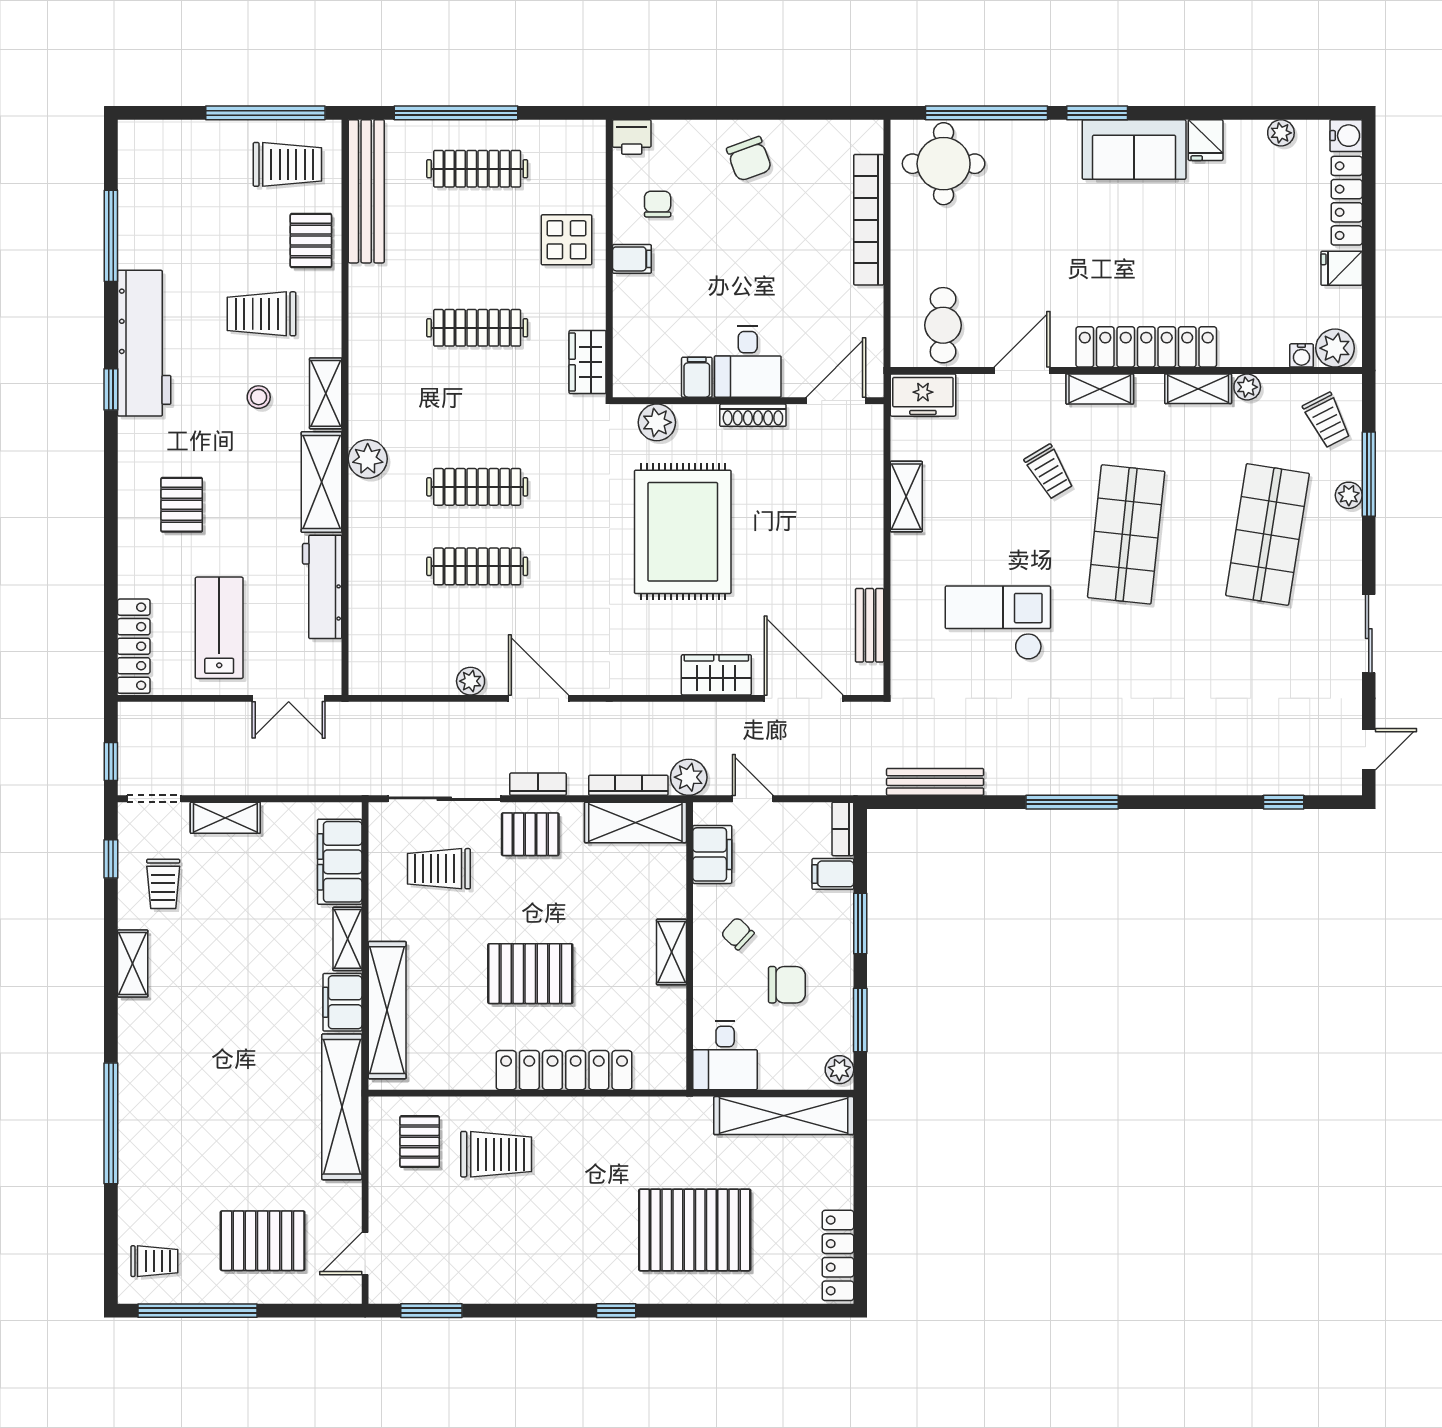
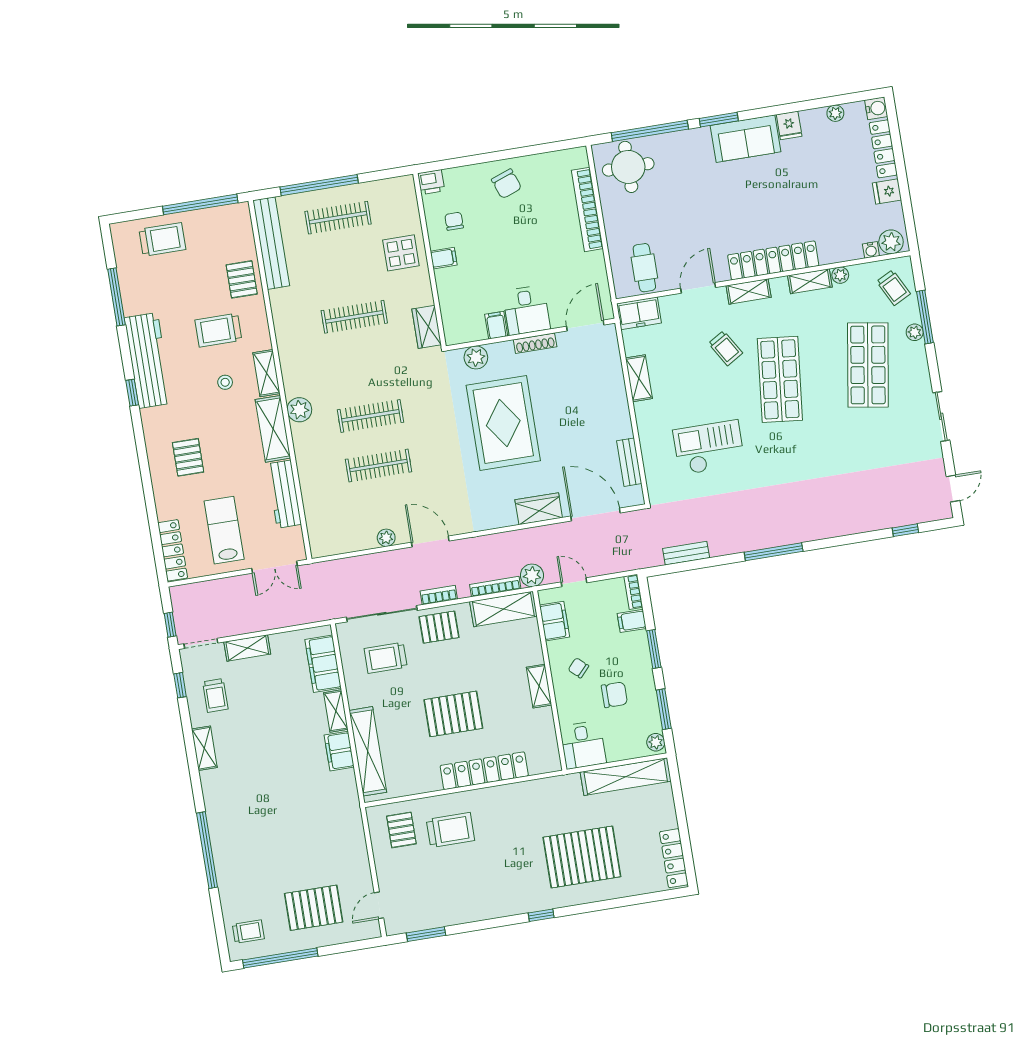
trolley: (287, 164) -> (162, 239), moved
bench: (935, 782) -> (686, 553), width x0.73
shelving: (342, 1107) -> (349, 816), removed

